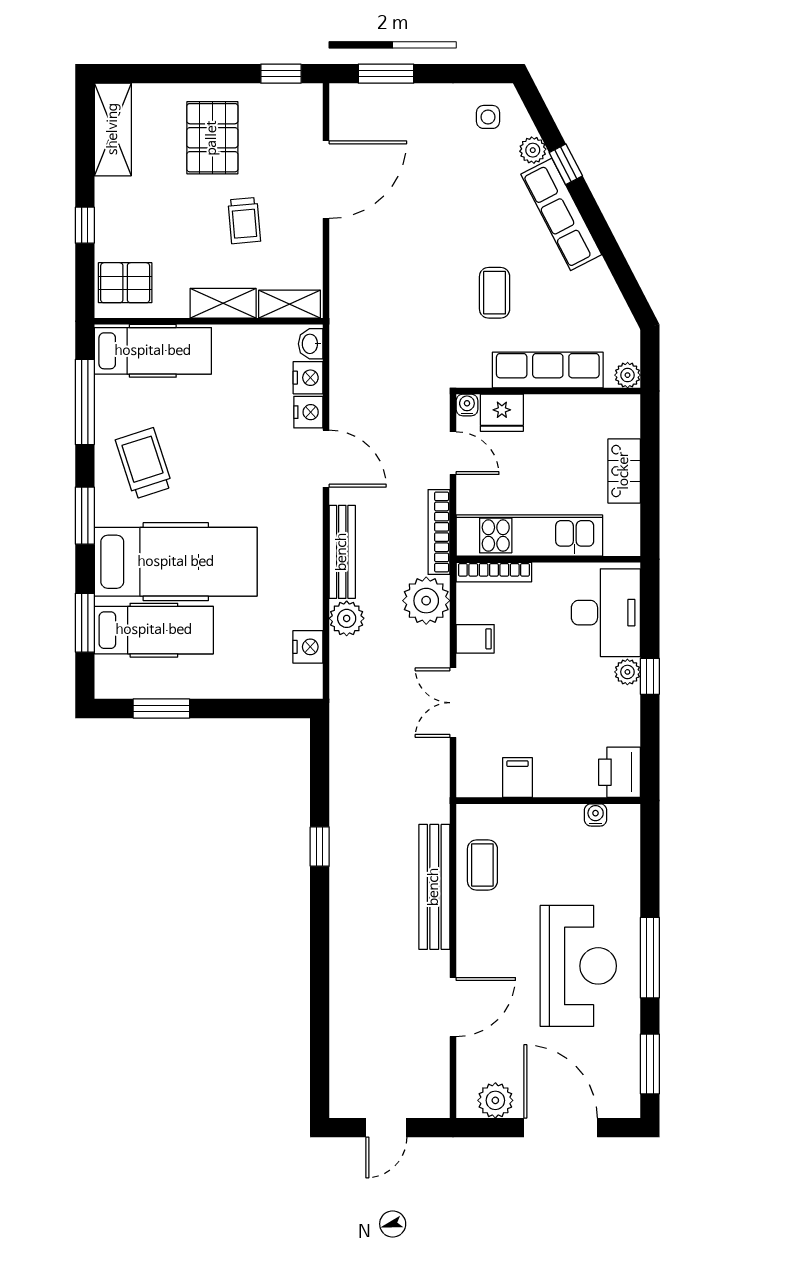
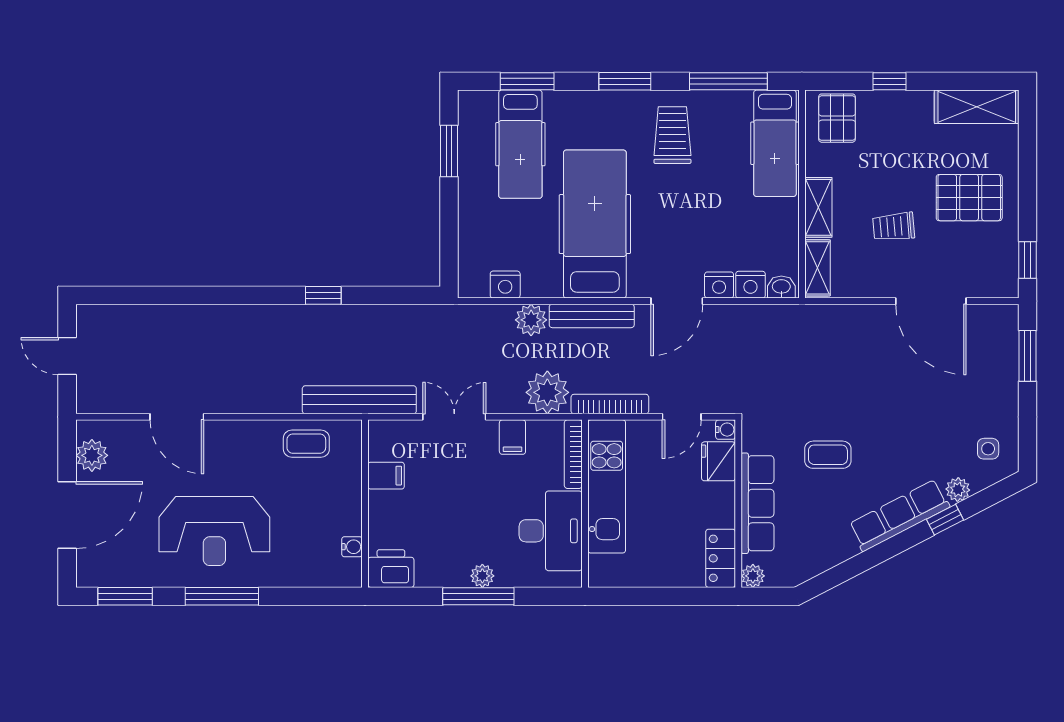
trolley: (144, 463) -> (672, 135), turned -72
locker: (624, 471) -> (721, 558), moved, turned -90
hospital bed: (176, 562) -> (595, 224), moved, turned 180
desk: (606, 613) -> (551, 531), moved, turned -90
window: (650, 676) -> (478, 596), width x2.17
bench: (434, 887) -> (359, 400), moved

